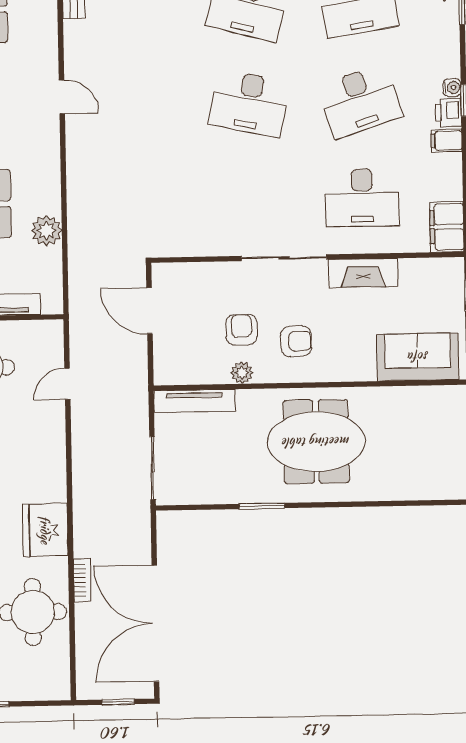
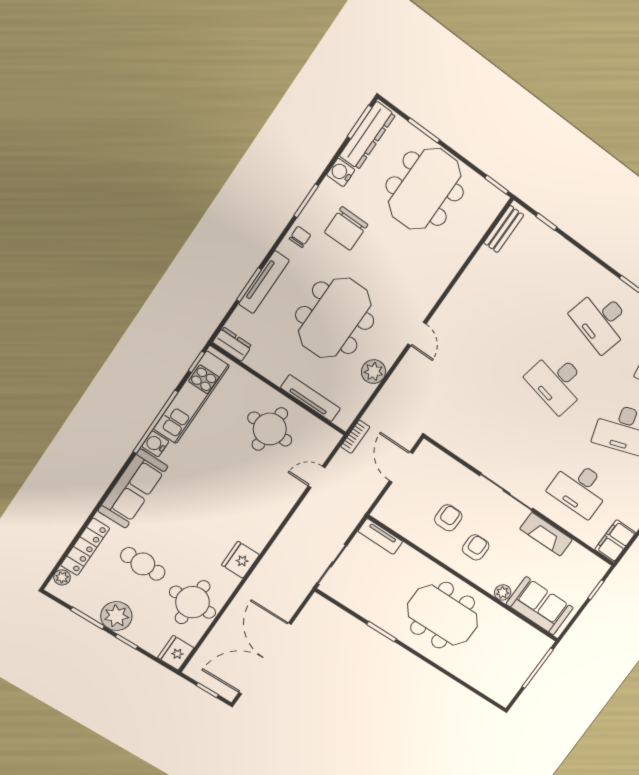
door: (62, 97) -> (417, 334), moved
armchair: (296, 341) -> (476, 547), turned -88
plant: (242, 373) -> (503, 592), moved
tv unit: (194, 401) -> (380, 536), width x0.71
fridge: (45, 530) -> (240, 560), width x0.73, depth x0.75
bookcase: (82, 580) -> (355, 437), moved
fridge: (54, 682) -> (176, 653), added

